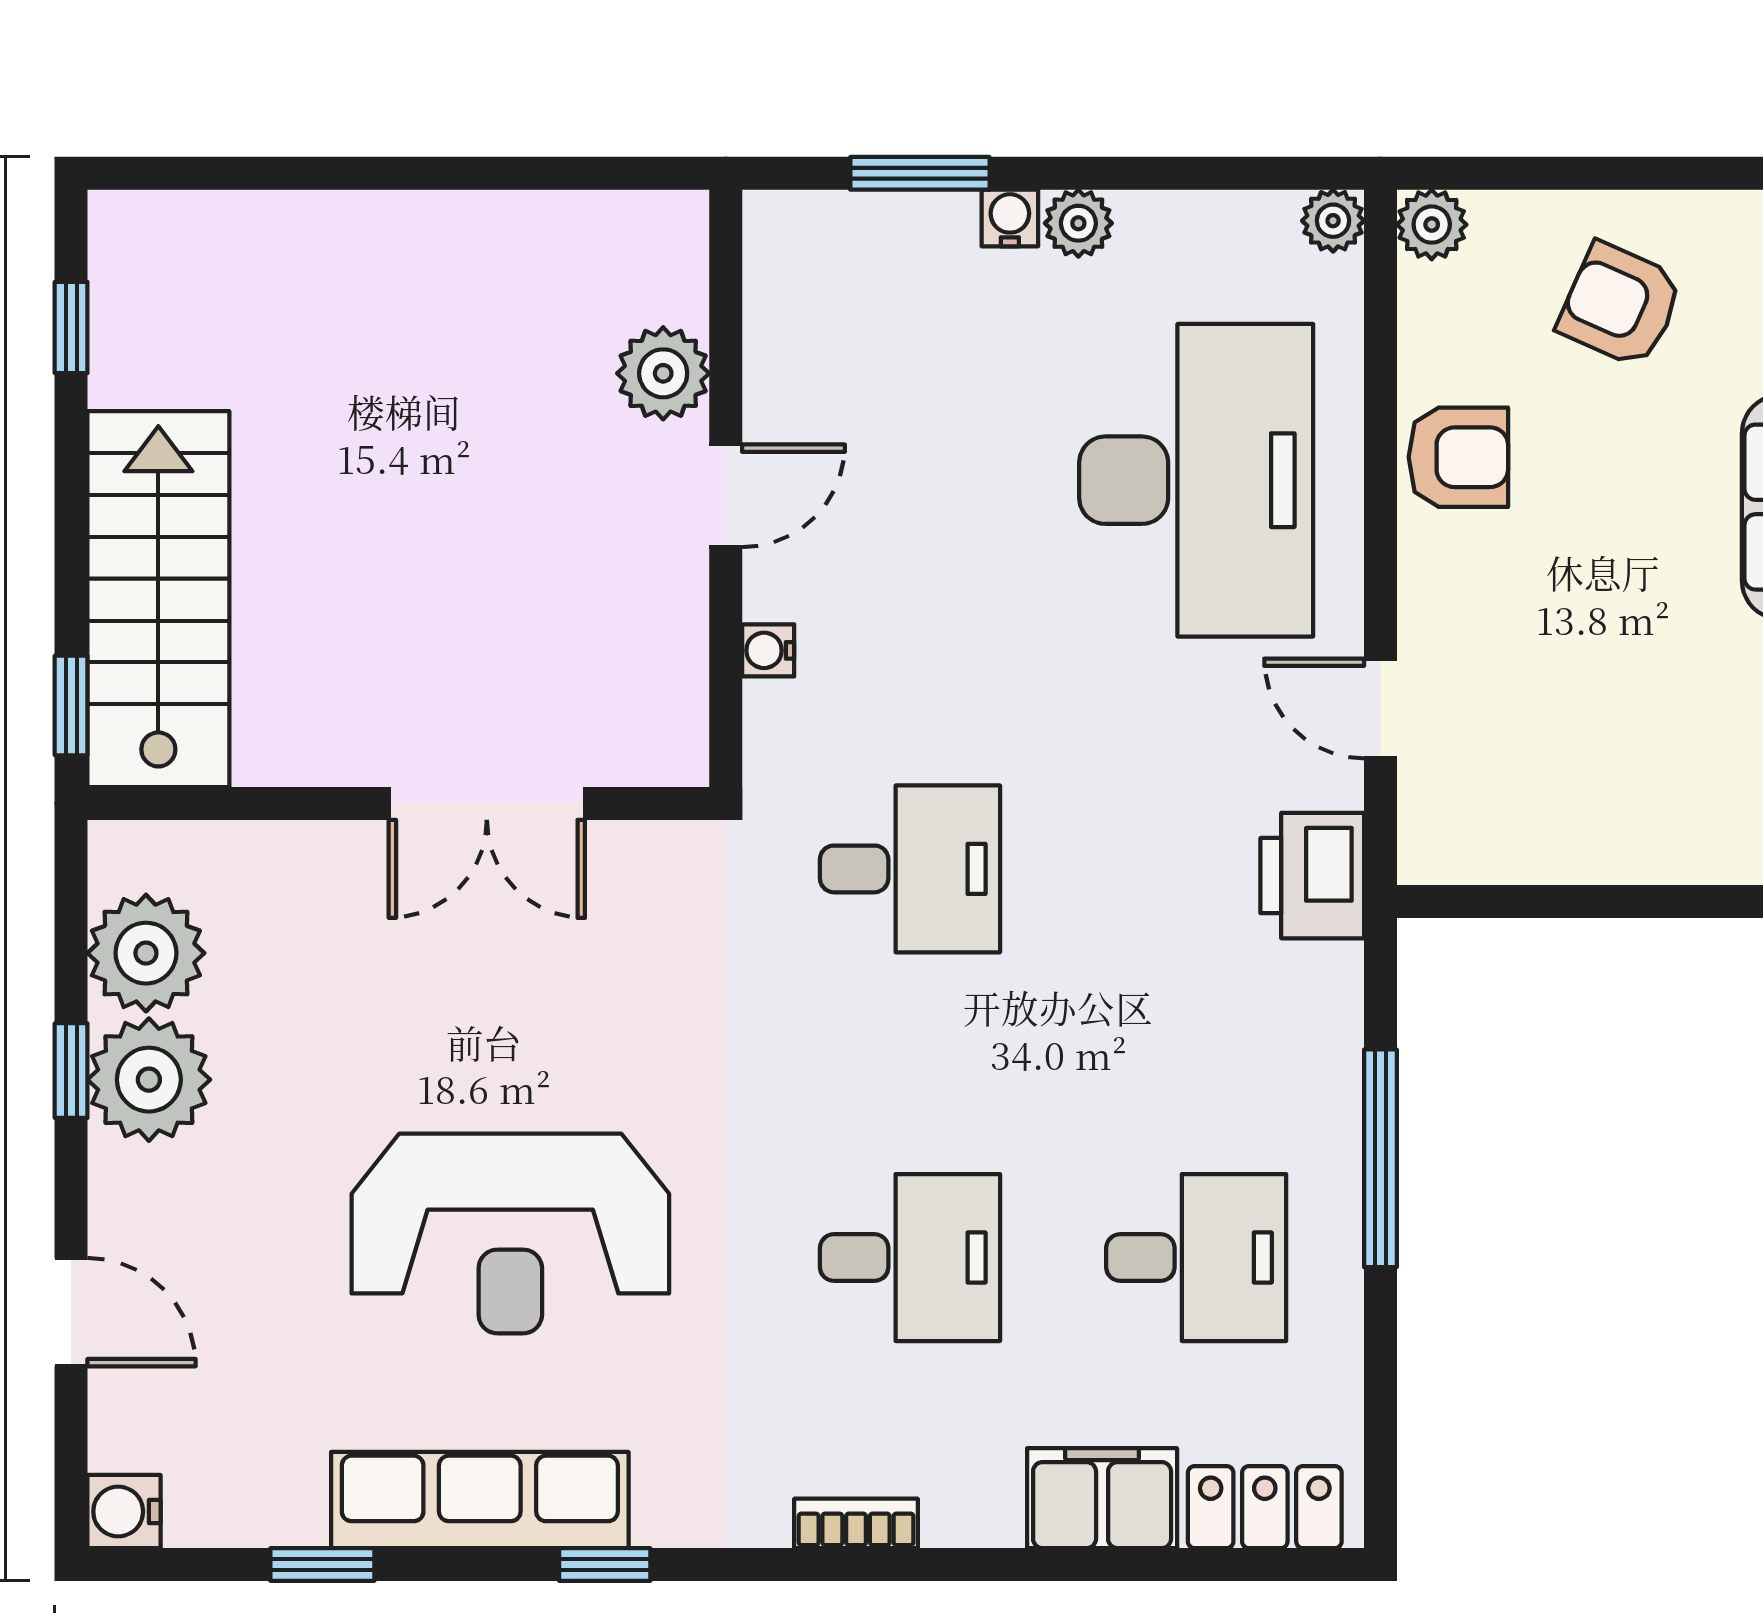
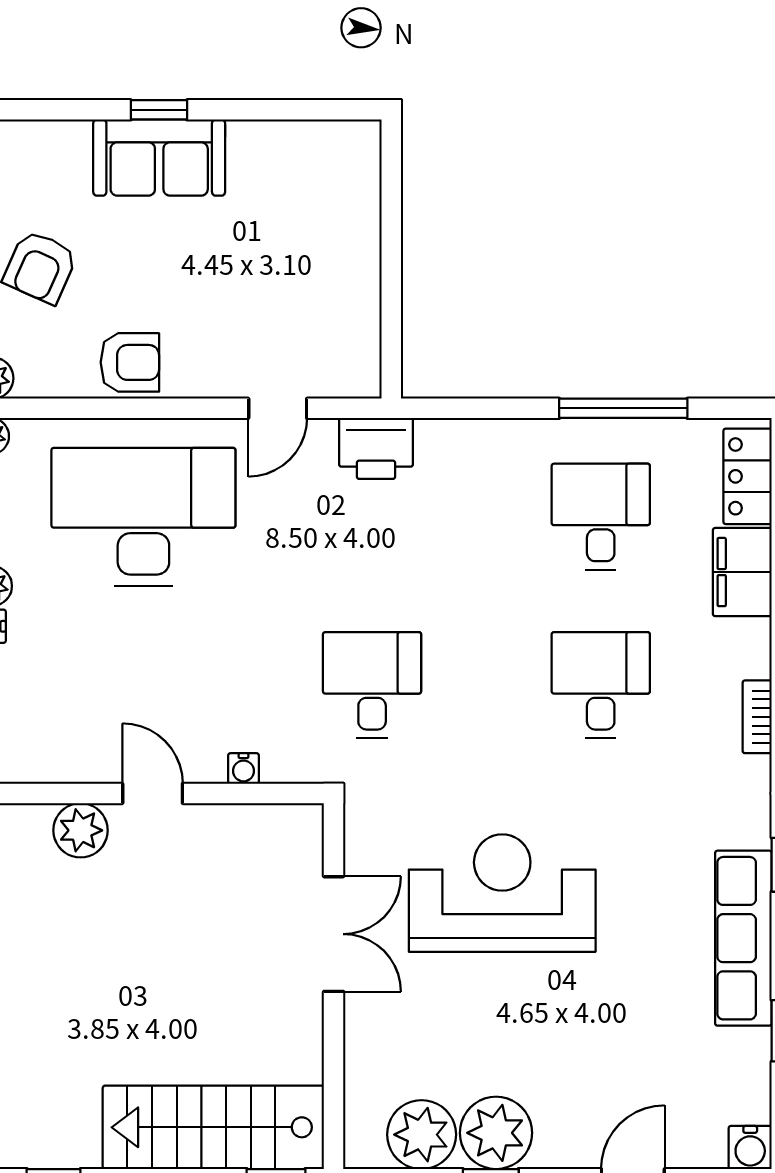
armchair: (1458, 457) -> (130, 362), turned 90
window: (1380, 1158) -> (623, 408), moved
reception desk: (510, 1234) -> (502, 893), moved, turned -90

